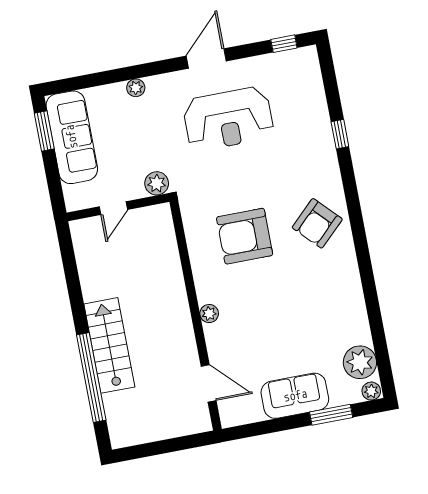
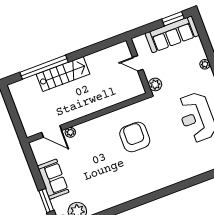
window: (340, 134) -> (199, 179), removed
armchair: (317, 223) -> (148, 175), removed
plant: (209, 314) -> (70, 132), moved
door: (209, 383) -> (52, 131), hinge flipped

